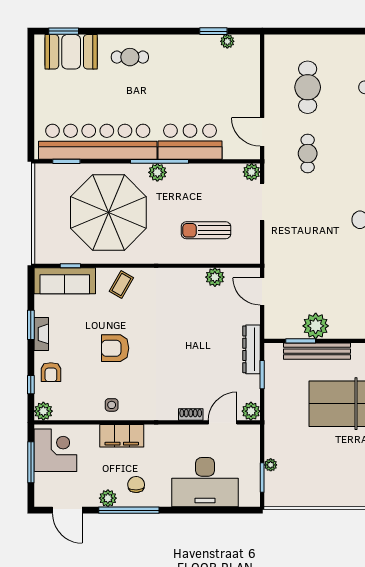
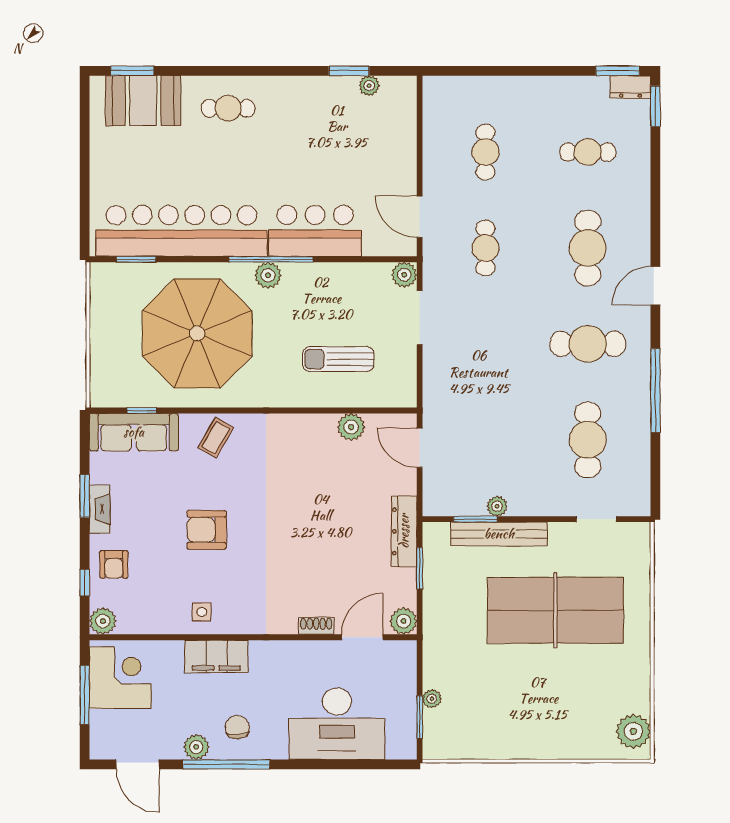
cafe table: (308, 87) -> (485, 152), width x0.73, depth x0.74
plant: (316, 326) -> (497, 506), width x0.53, depth x0.53

